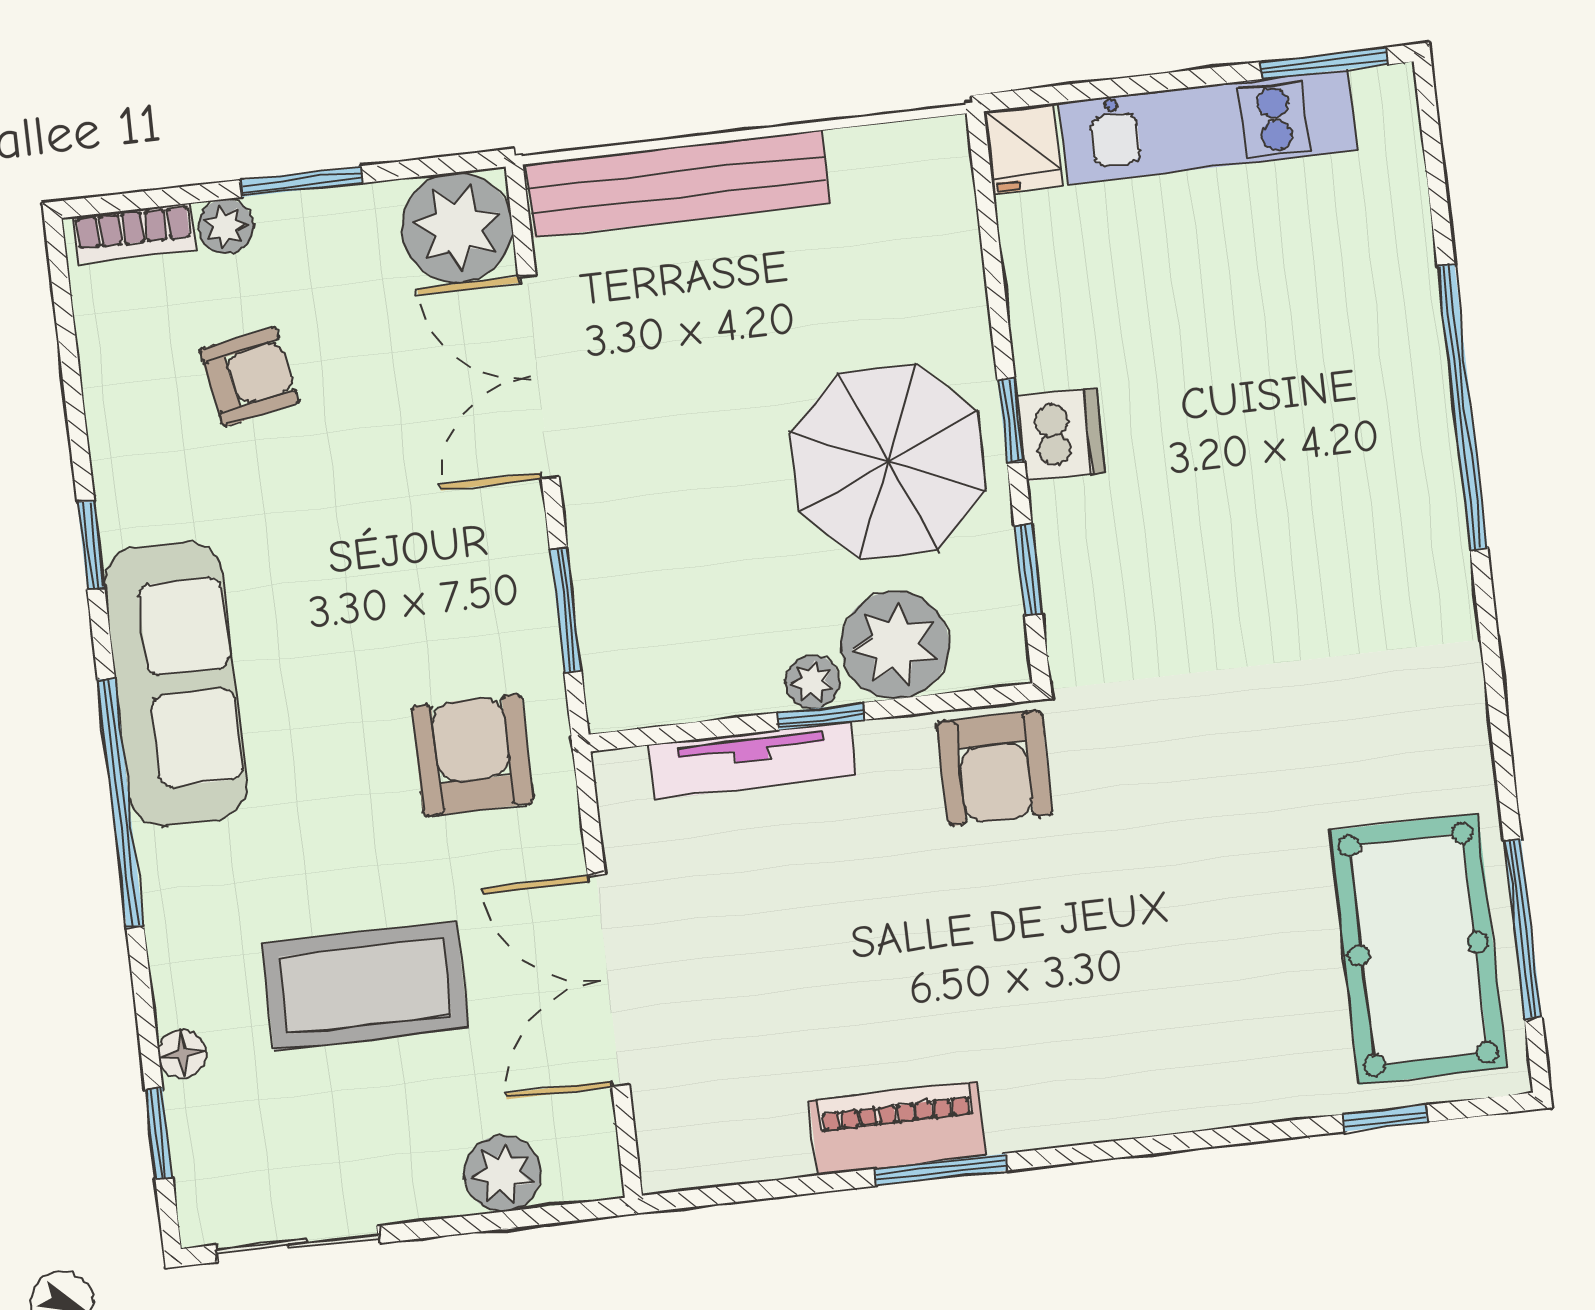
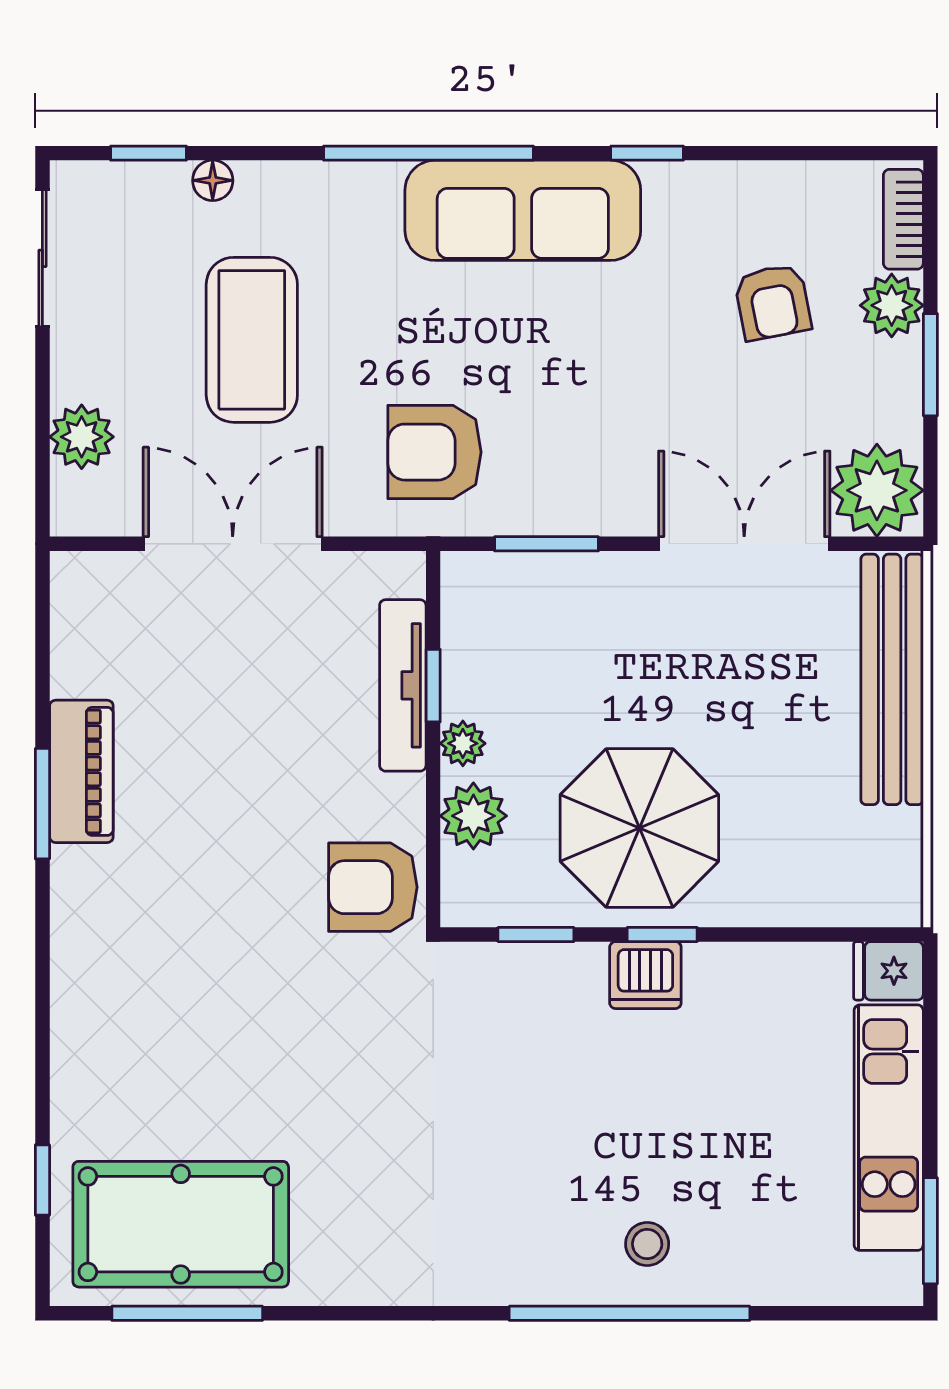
plant: (226, 226) -> (892, 305), width x1.38, depth x1.38
stool: (1378, 396) -> (647, 1244), added
plant: (895, 645) -> (473, 816), width x0.73, depth x0.73
window: (821, 716) -> (433, 686), moved
armchair: (473, 755) -> (435, 452), turned 180

